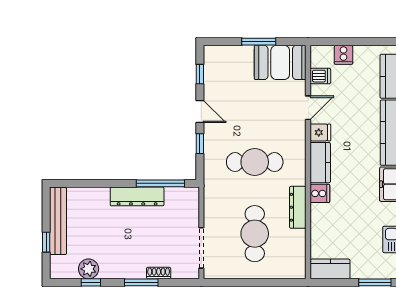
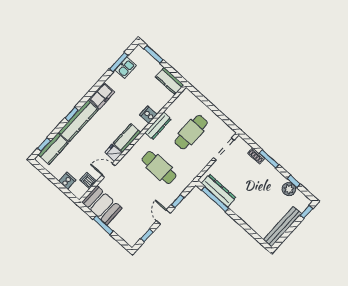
cooker: (320, 193) -> (148, 115), moved
dresser: (137, 196) -> (219, 191), moved
window: (46, 242) -> (307, 212), moved

